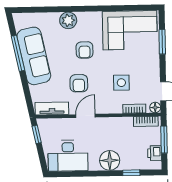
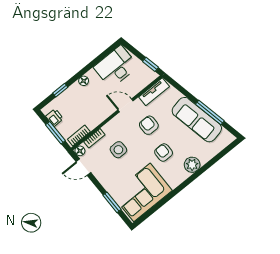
door: (85, 116) -> (126, 105), swing flipped
floor lamp: (110, 160) -> (84, 81), width x0.53, depth x0.53

